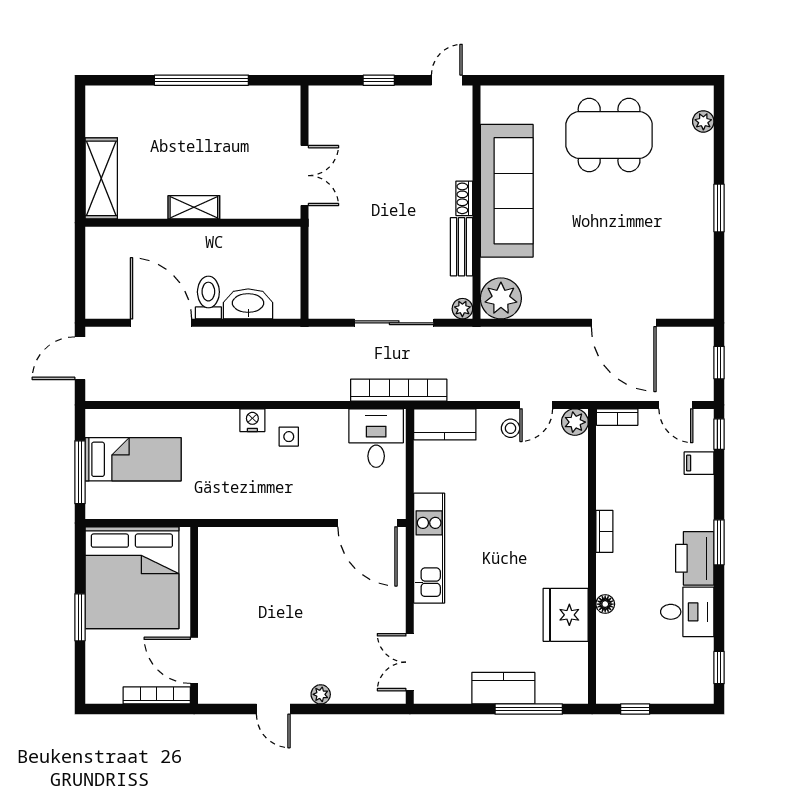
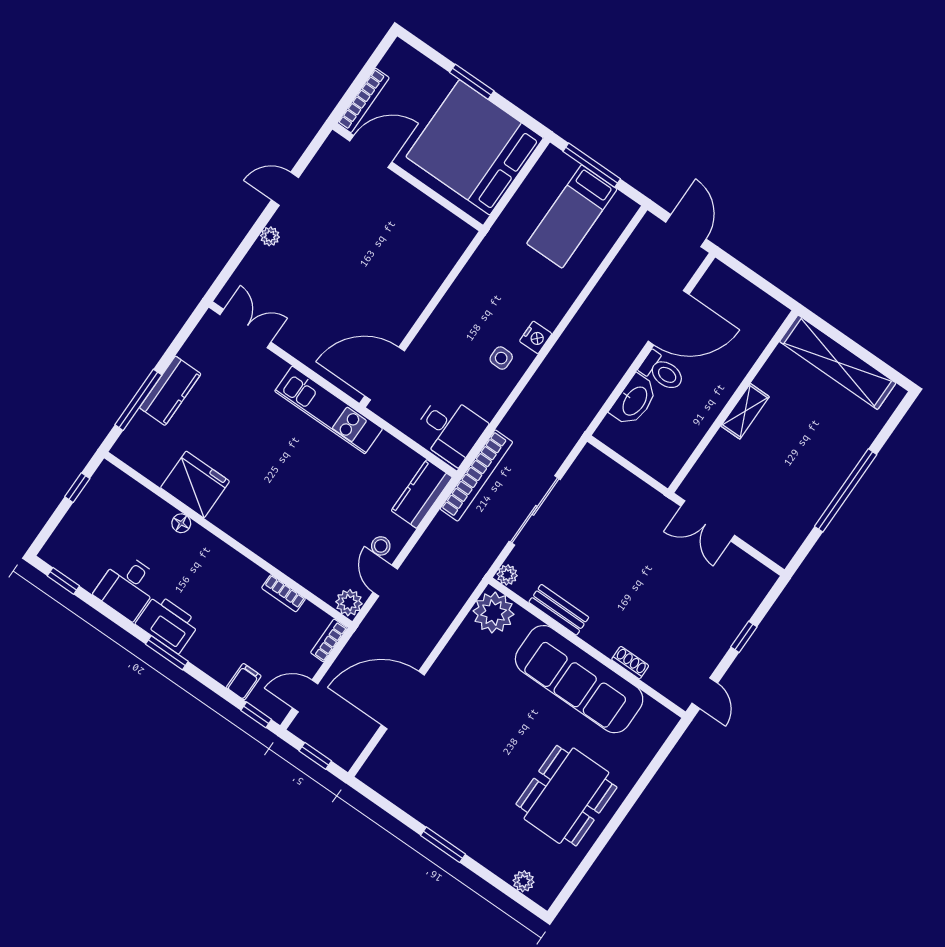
shelving: (101, 178) -> (838, 362), width x1.47
shoe rack: (464, 198) -> (630, 663), moved
bookcase: (604, 531) -> (284, 593), moved

